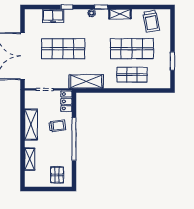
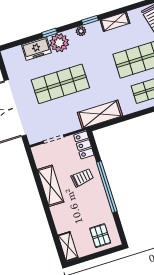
plant: (72, 17) -> (59, 43), added
shelving: (30, 159) -> (68, 247), moved

